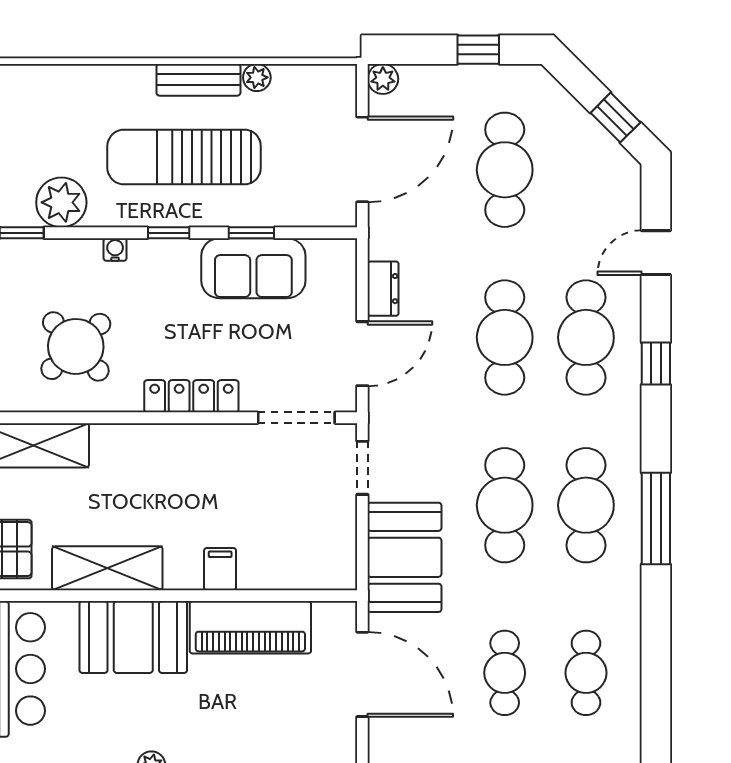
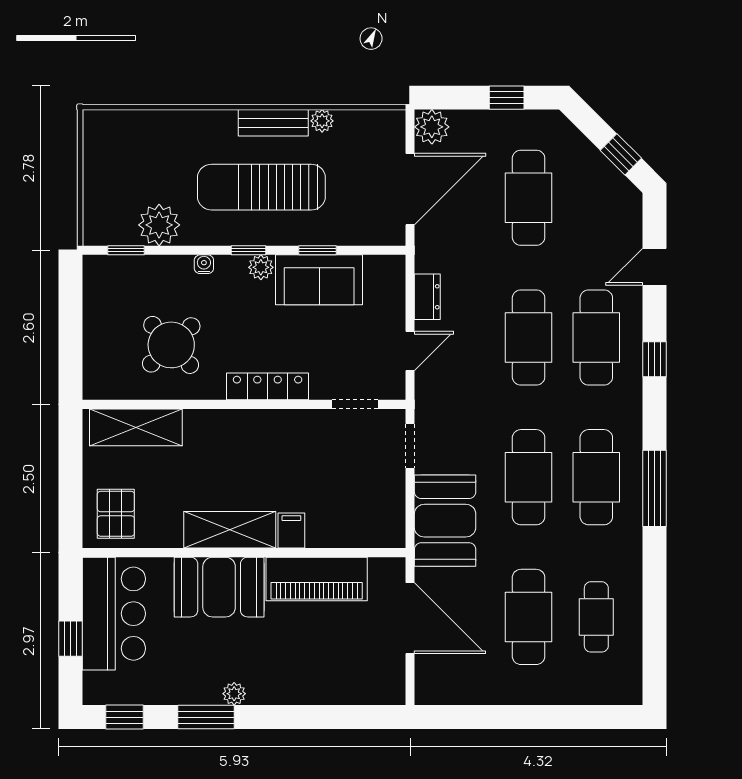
plant: (383, 79) -> (432, 127), width x1.38, depth x1.38
plant: (183, 253) -> (261, 267), added
door: (362, 354) -> (410, 351), width x0.73
doorway: (296, 418) -> (355, 404), width x0.73
shelving: (107, 568) -> (230, 530), moved
cafe table: (505, 673) -> (529, 617), width x1.37, depth x1.35

